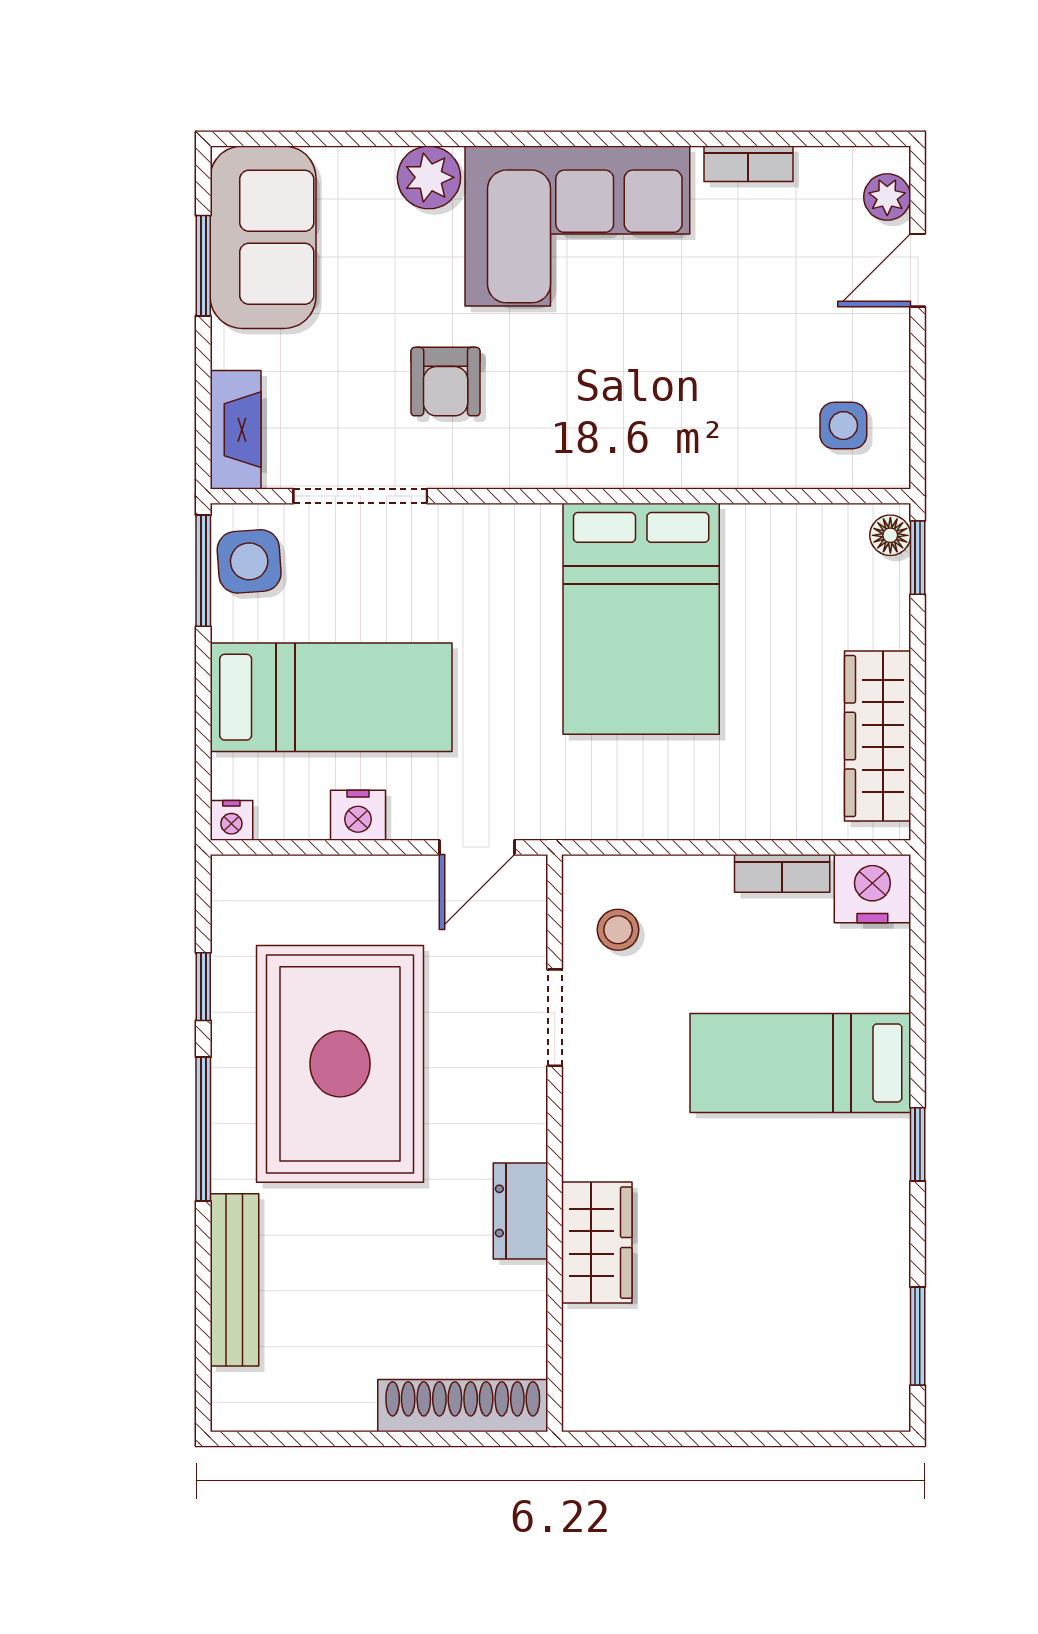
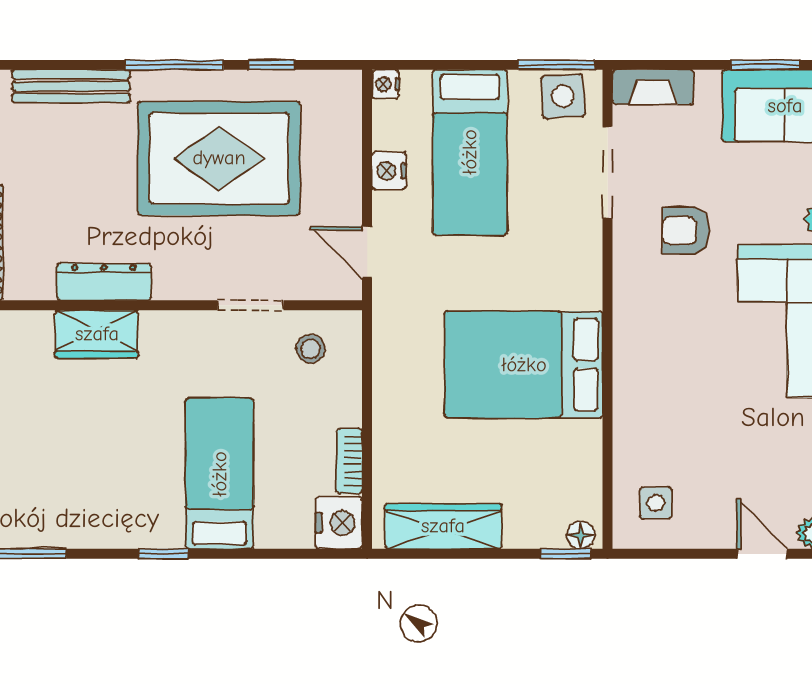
dresser: (520, 1211) -> (104, 282), width x1.44

